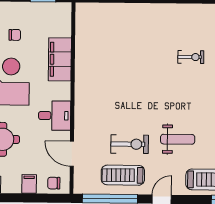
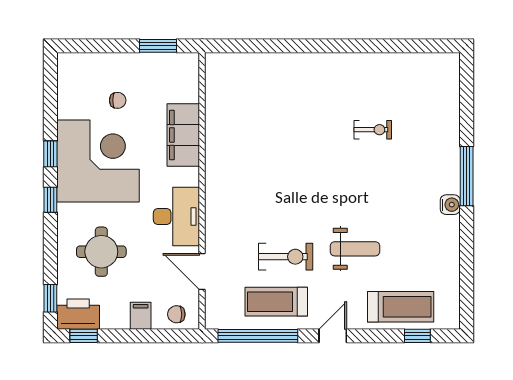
desk: (55, 116) -> (176, 217), width x1.37

